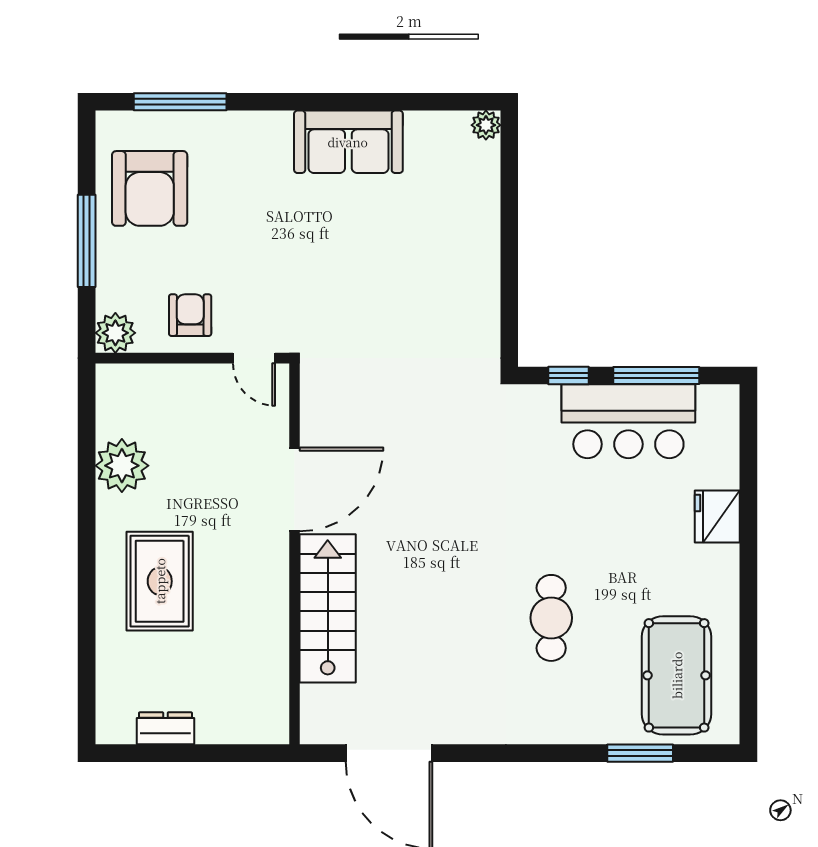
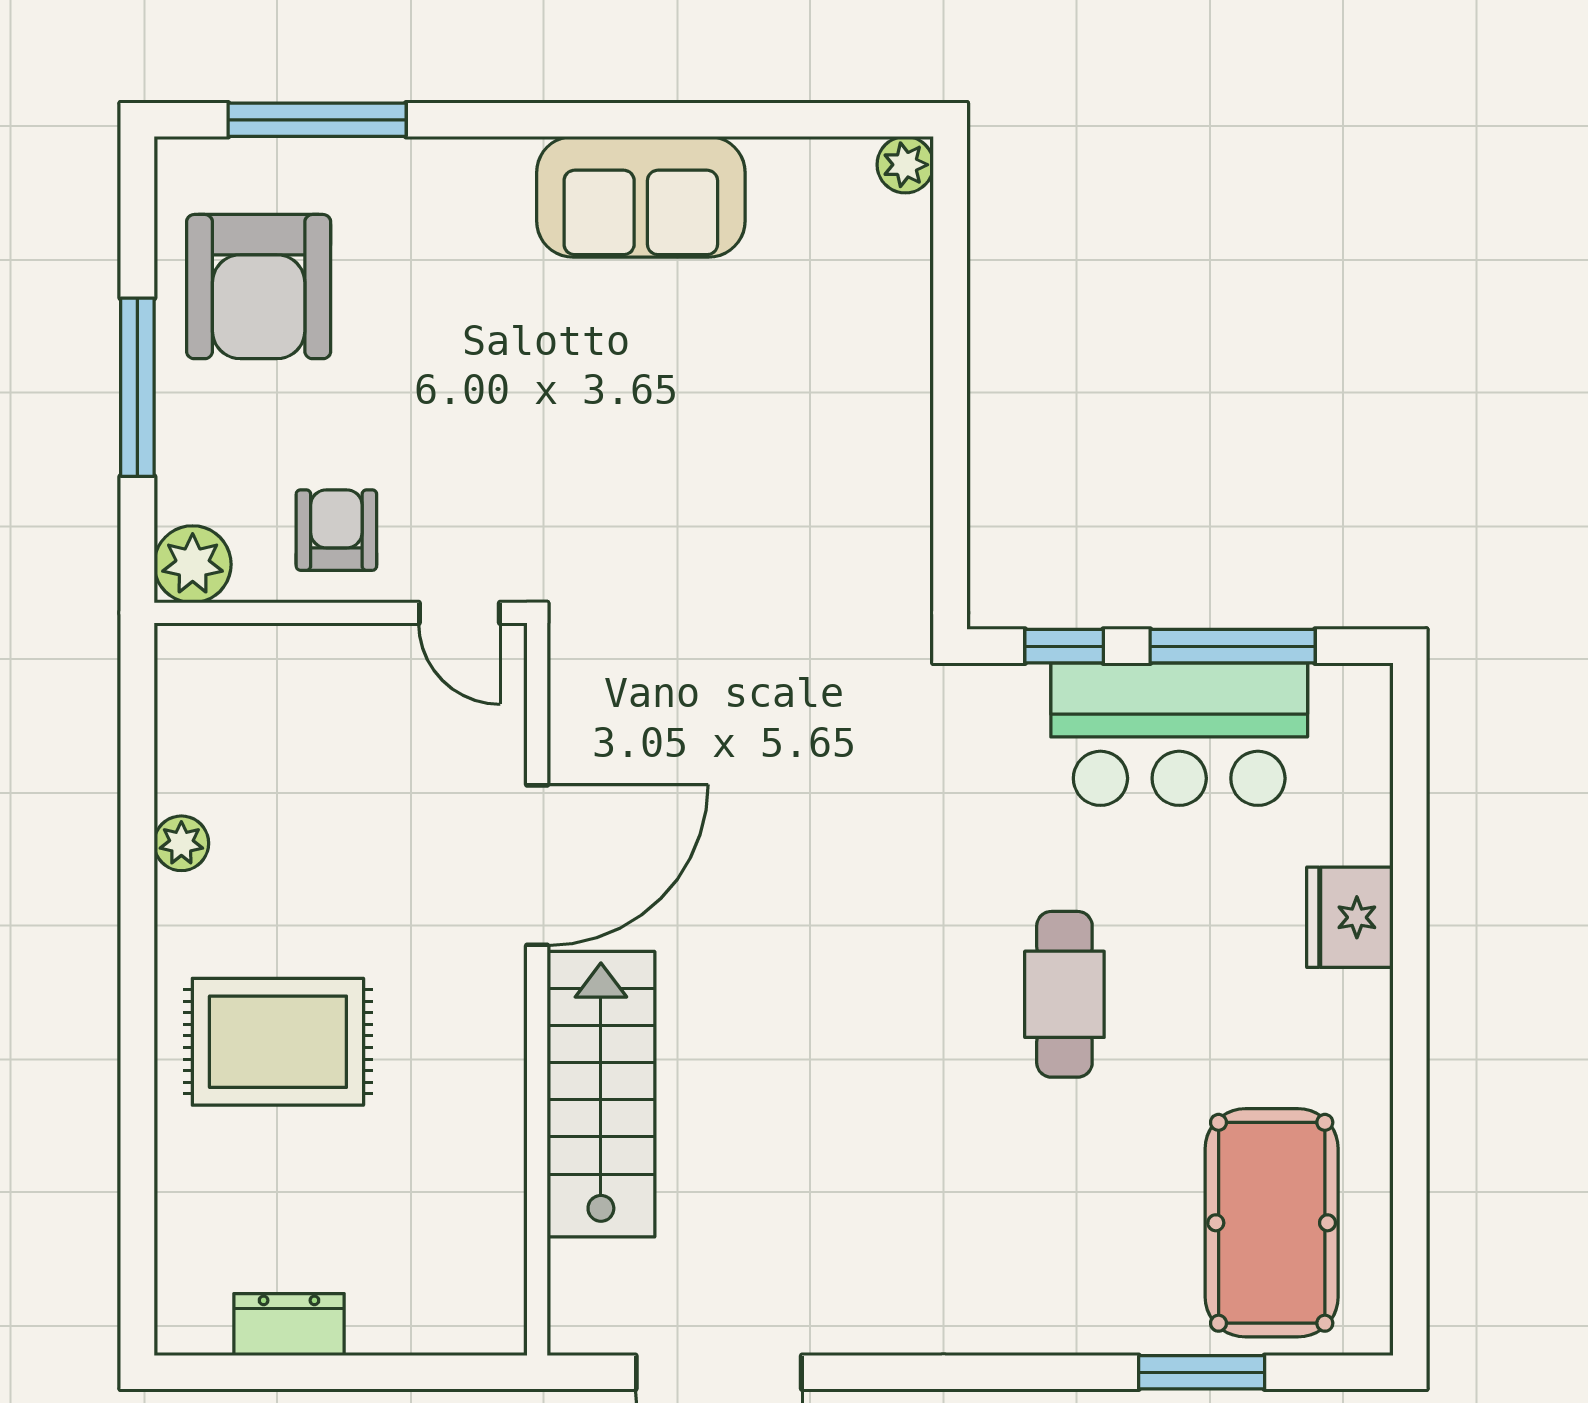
plant: (122, 466) -> (181, 843), width x0.53, depth x0.53
rug: (160, 581) -> (278, 1042), turned 90
cafe table: (551, 618) -> (1064, 994), moved

